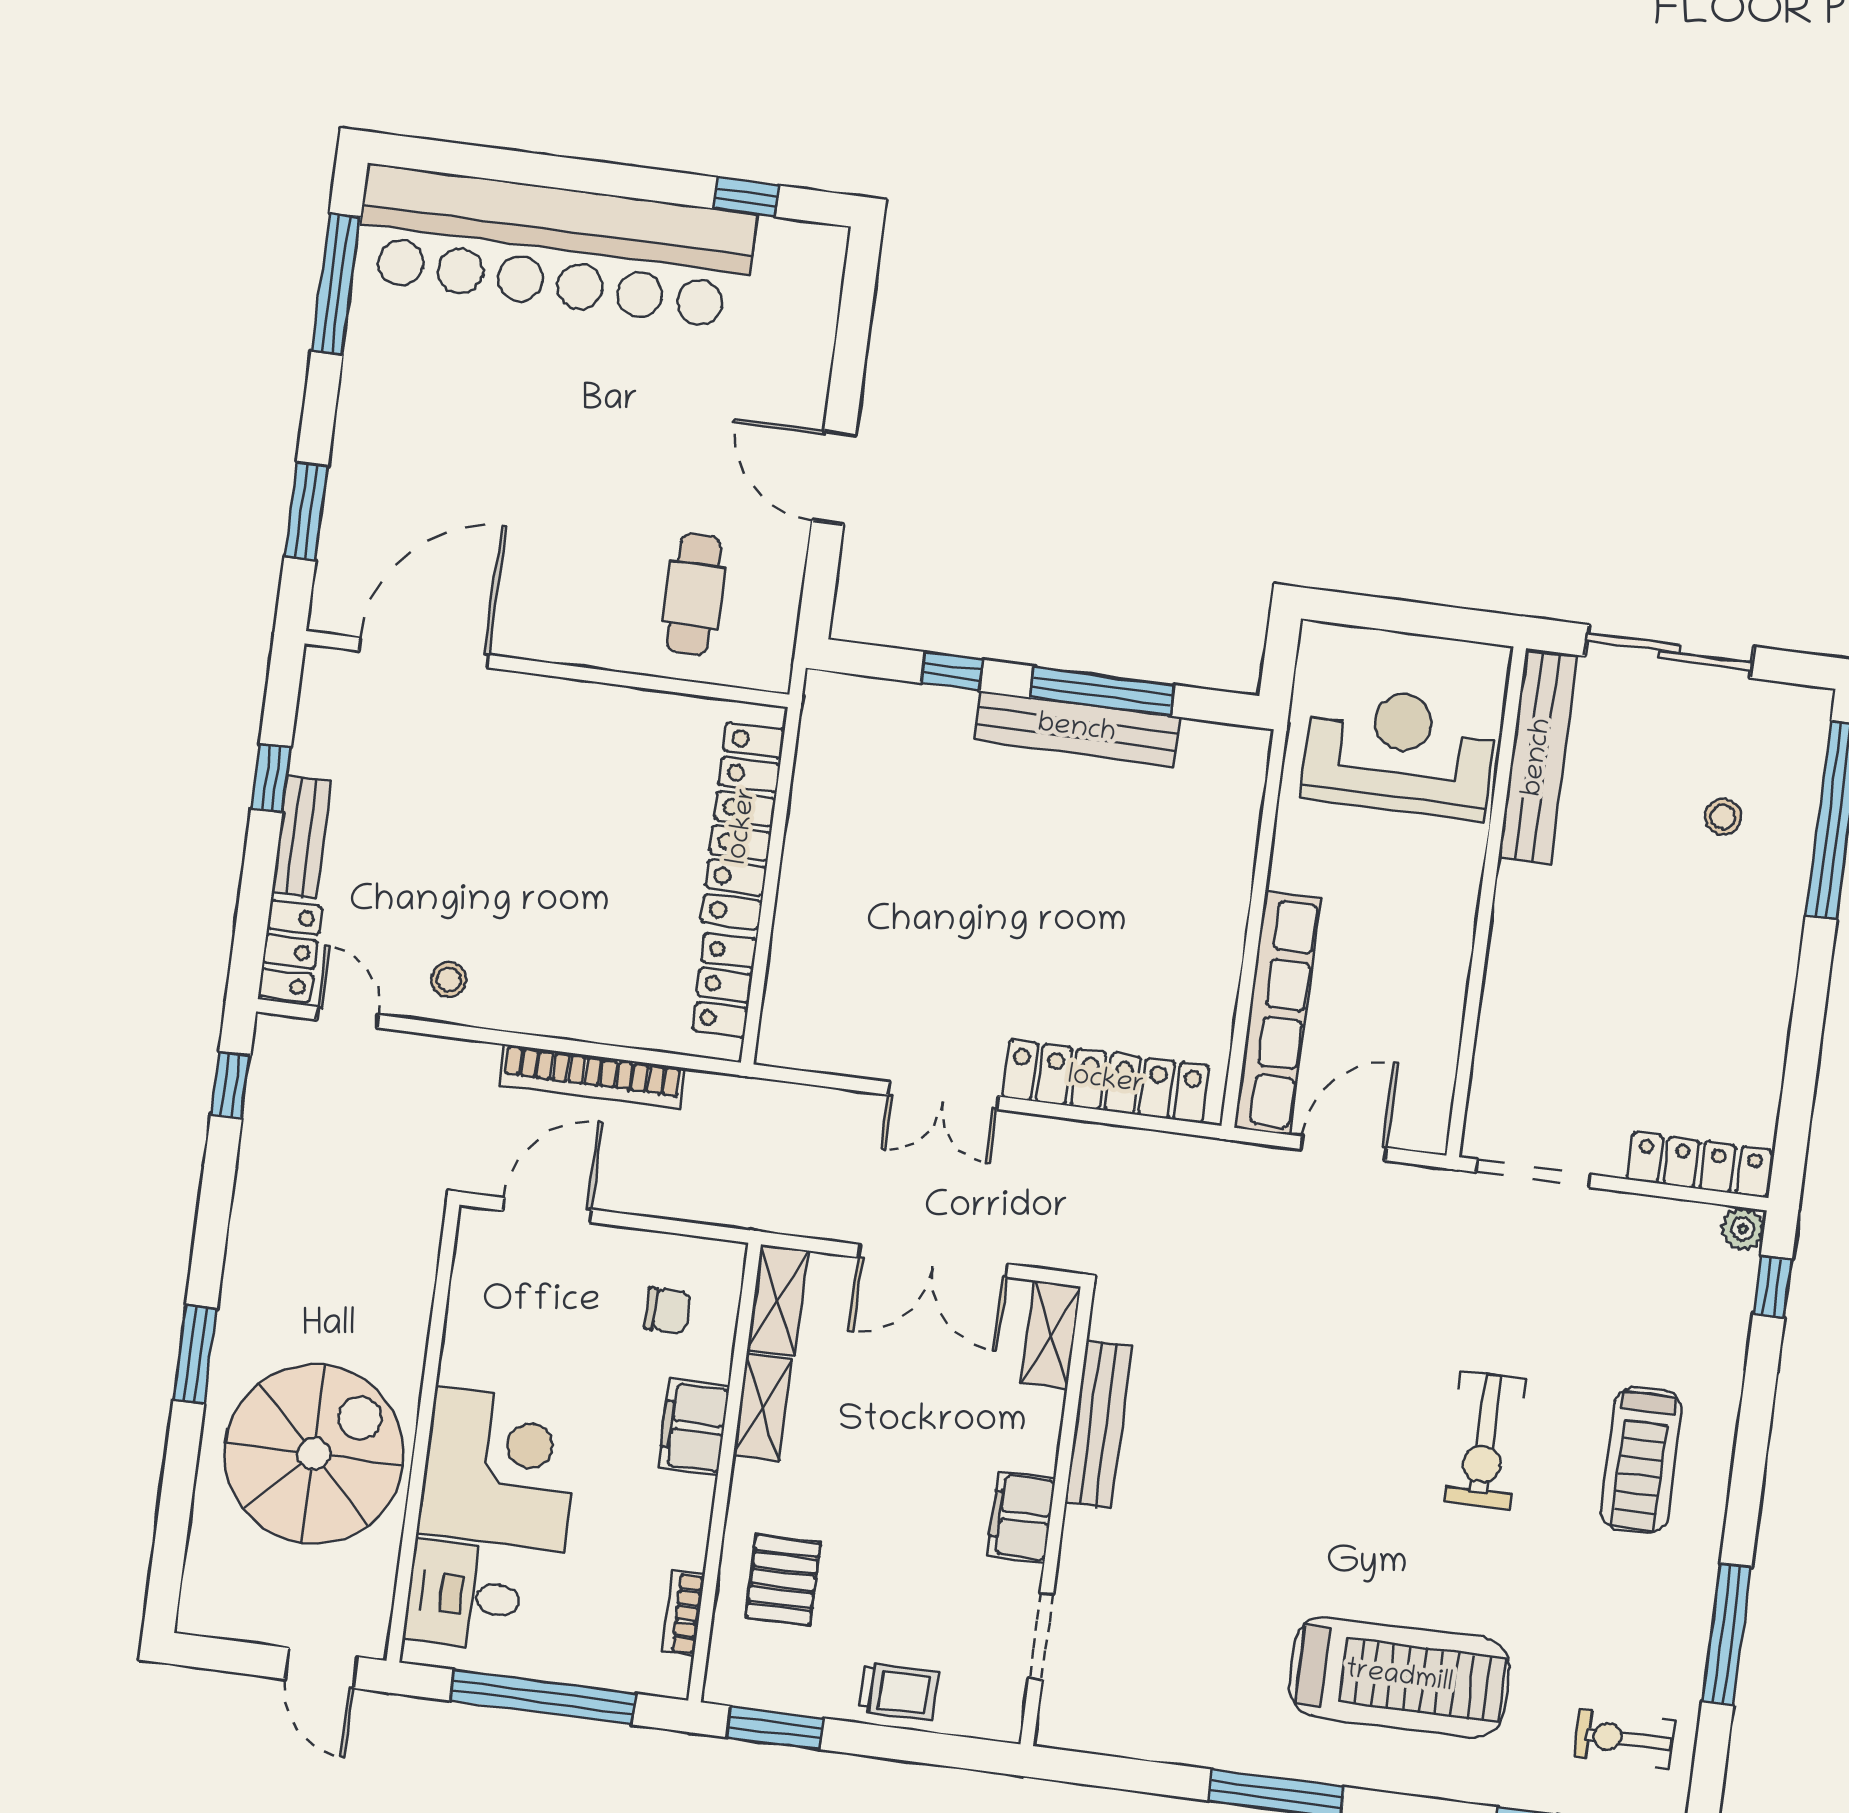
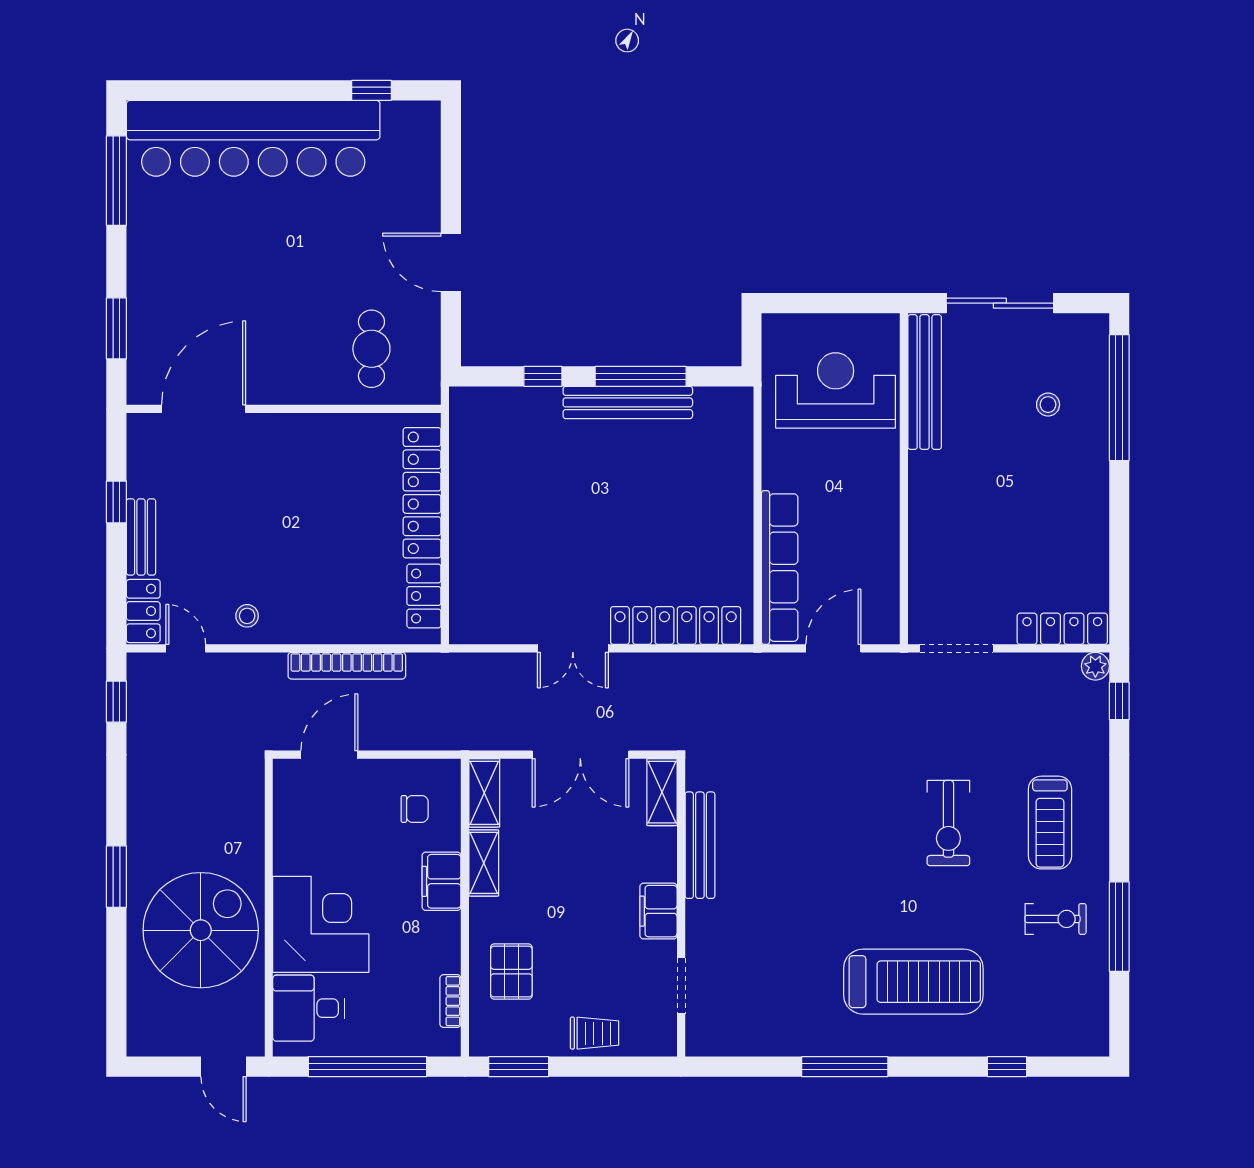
exercise bike: (1624, 1739) -> (1056, 919), moved, turned 180

